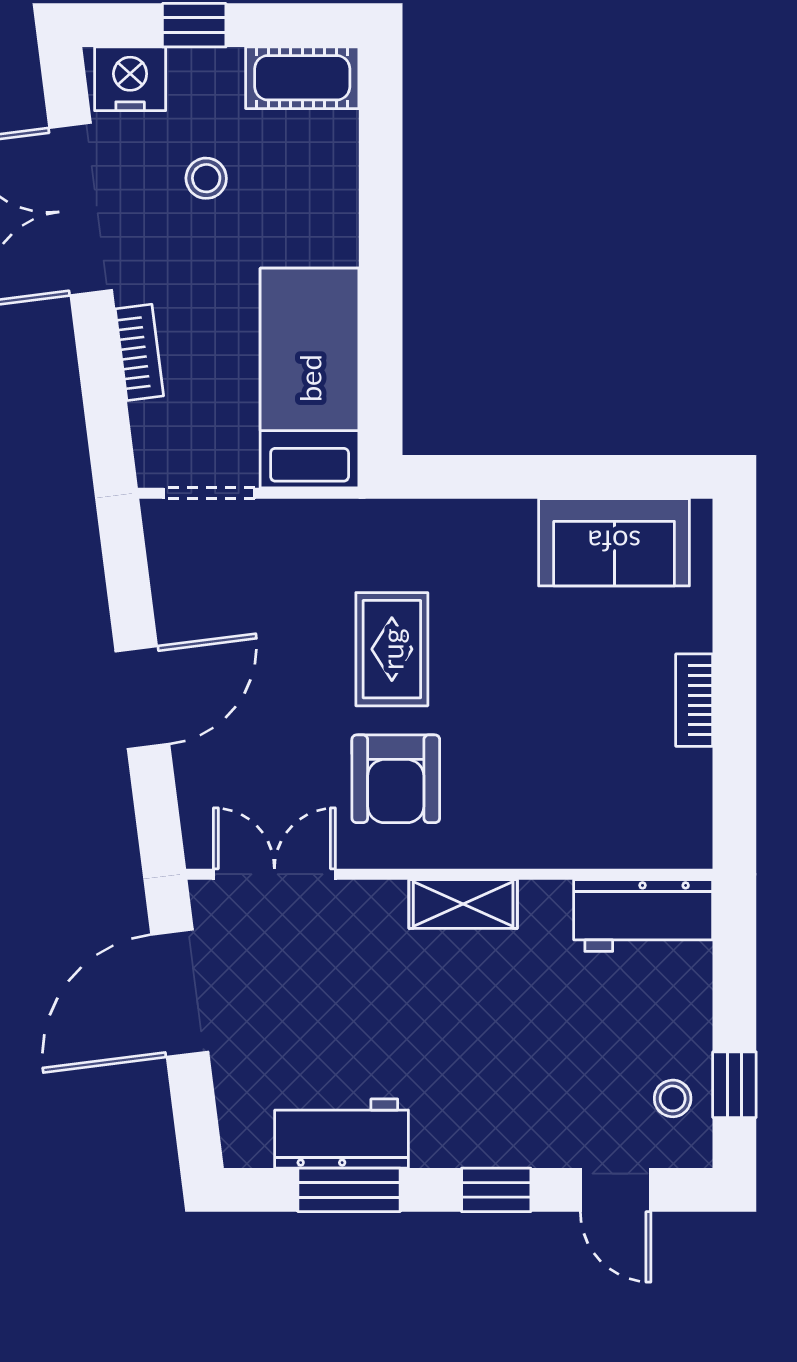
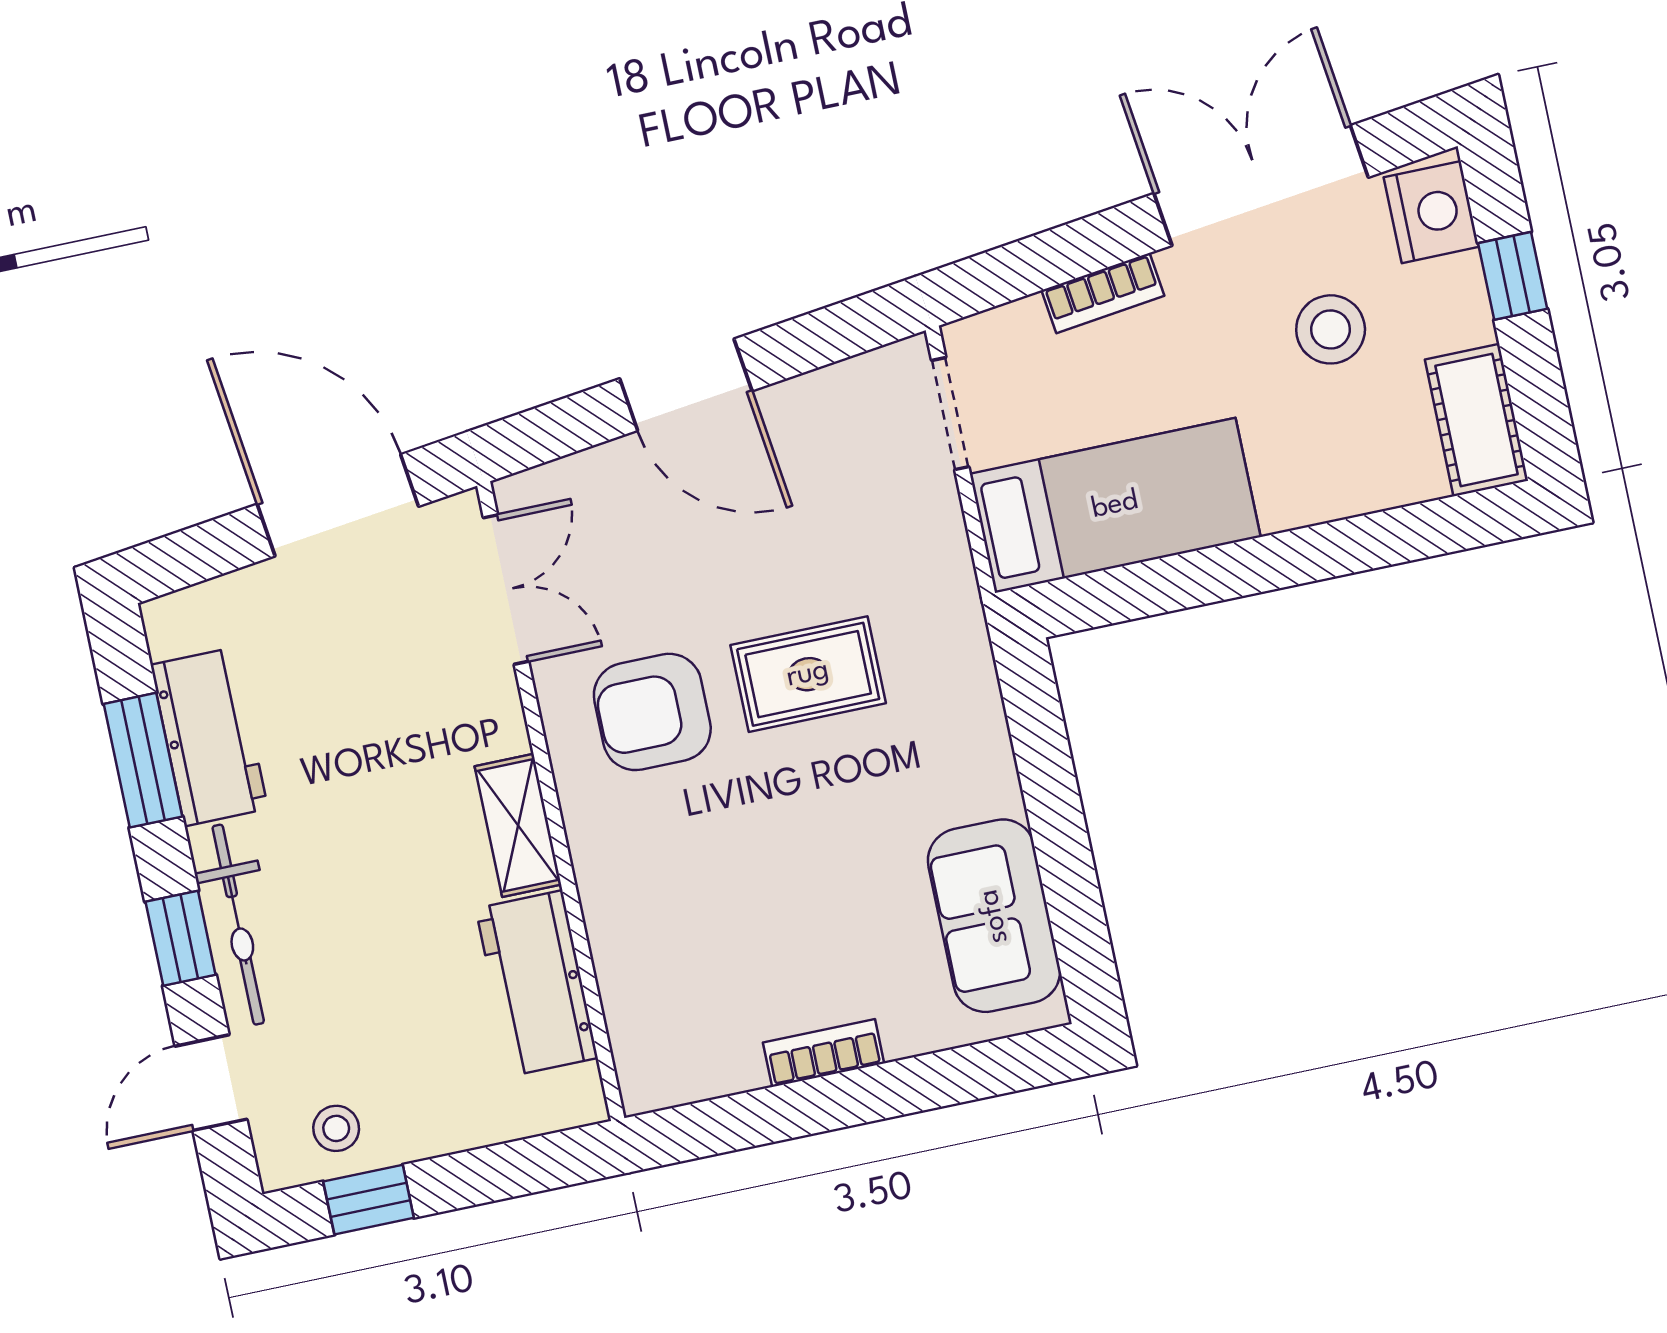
stool: (206, 178) -> (1331, 329), width x1.37, depth x1.37
workbench: (643, 916) -> (537, 983), moved
bicycle: (495, 1142) -> (238, 925), added

